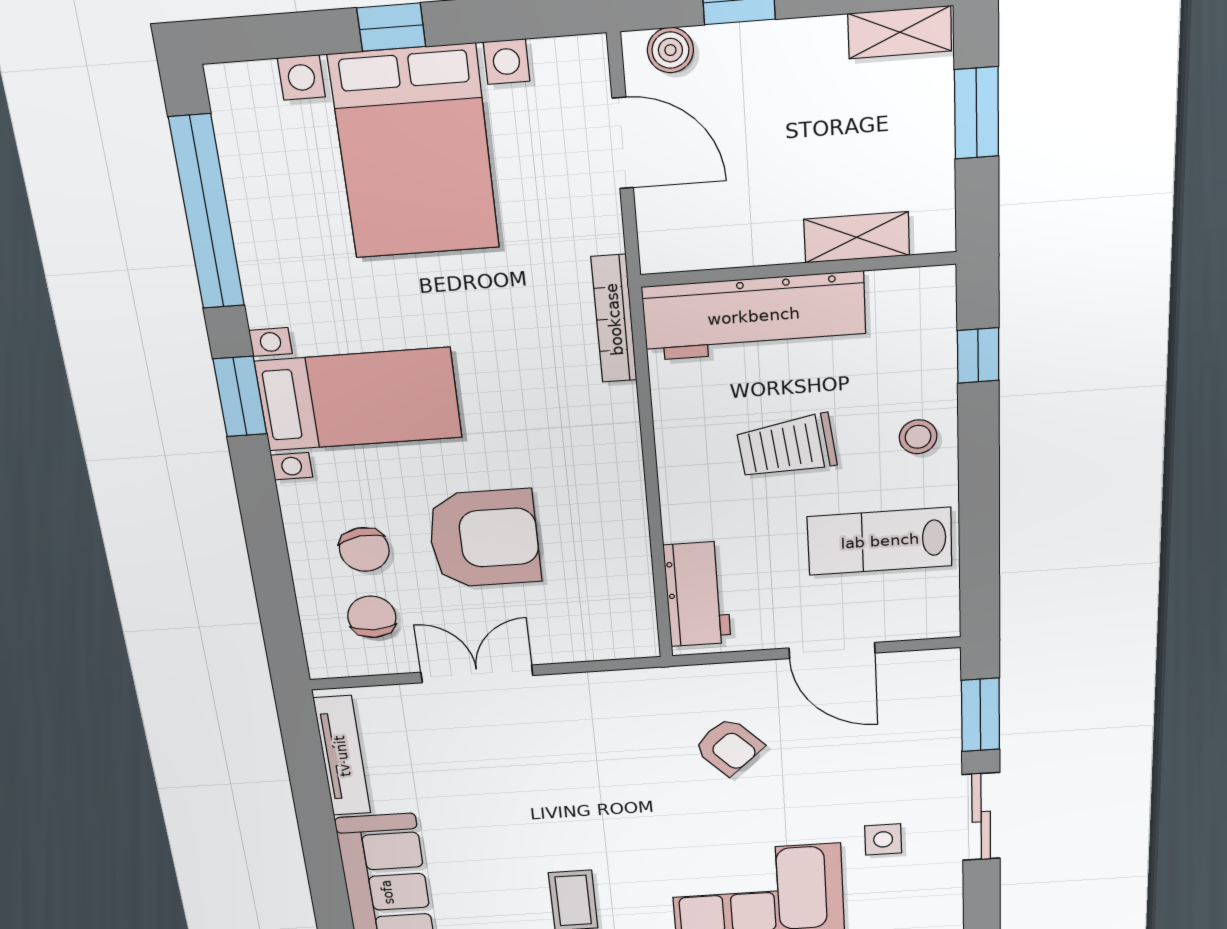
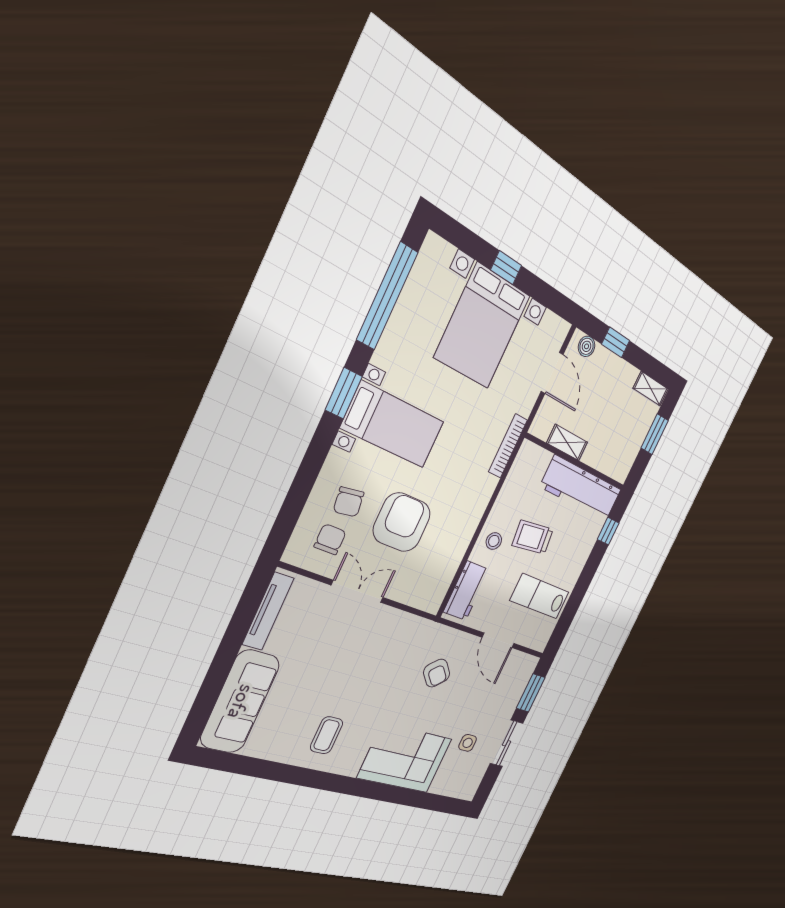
shelving: (857, 237) -> (567, 443), moved
workbench: (754, 316) -> (581, 488), moved
stool: (918, 437) -> (494, 541), moved
armchair: (484, 539) -> (402, 522), turned -90

